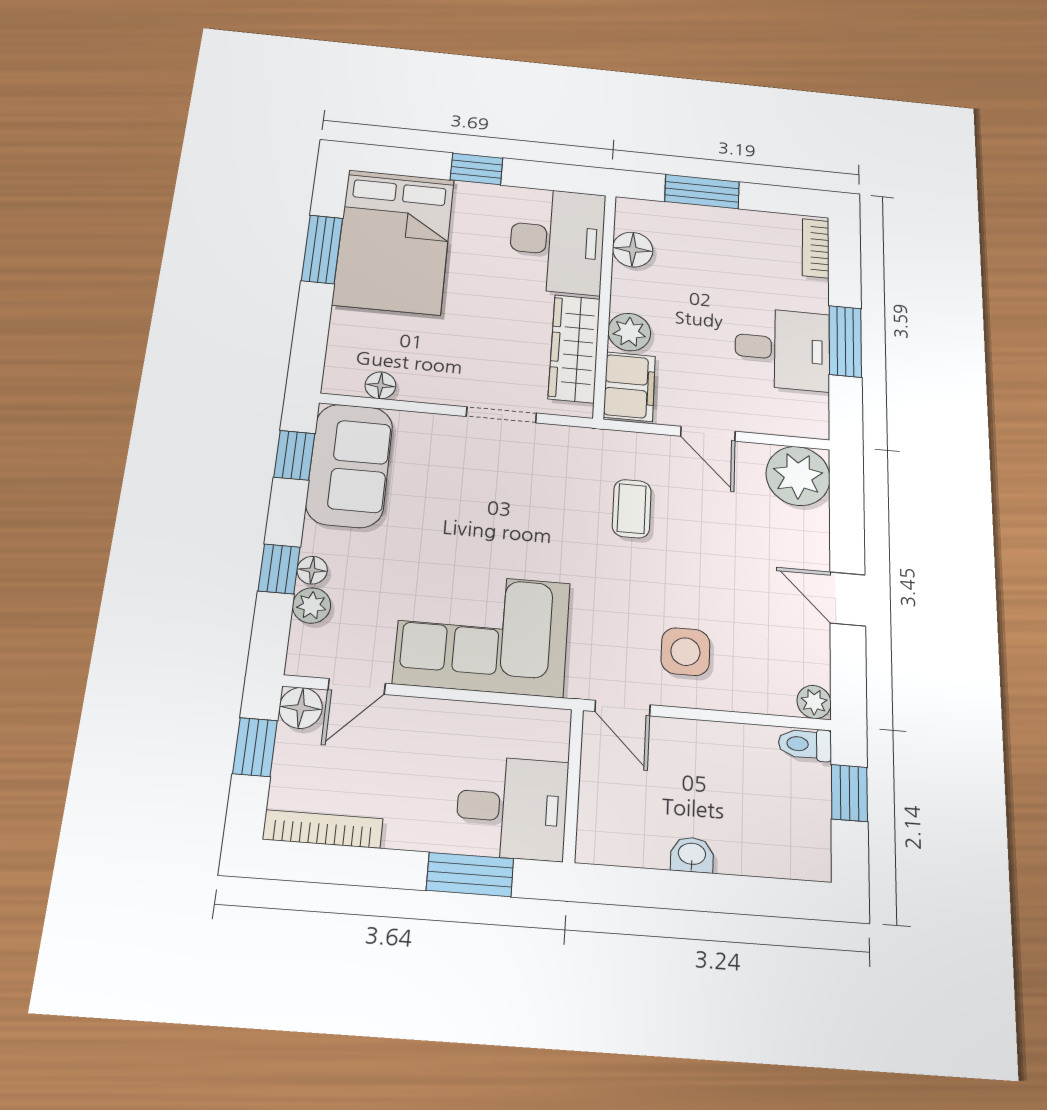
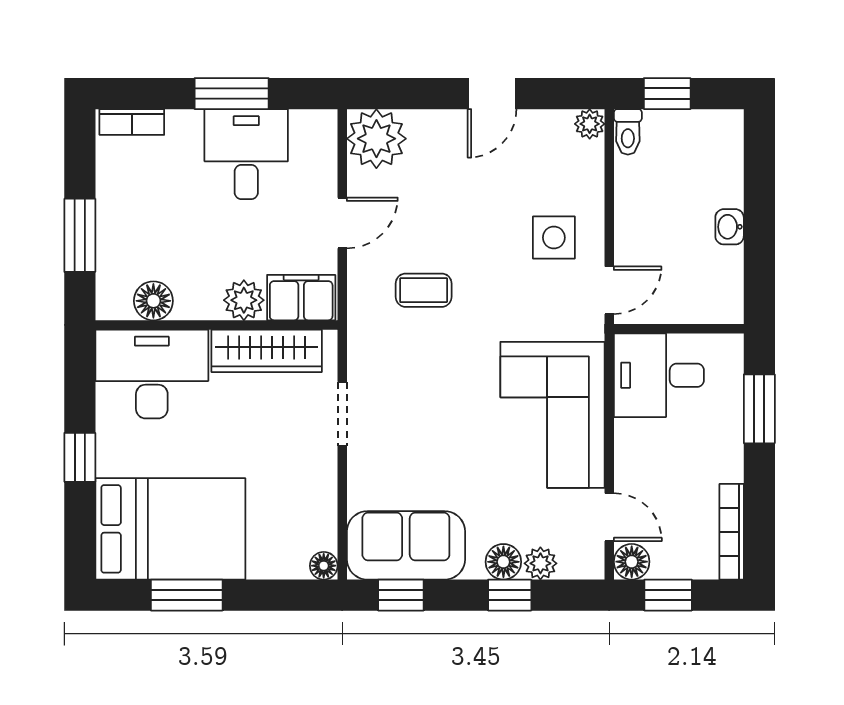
floor lamp: (380, 385) -> (324, 566), moved
floor lamp: (312, 570) -> (503, 562), width x1.37, depth x1.37
desk: (512, 808) -> (659, 375), moved, turned -90

